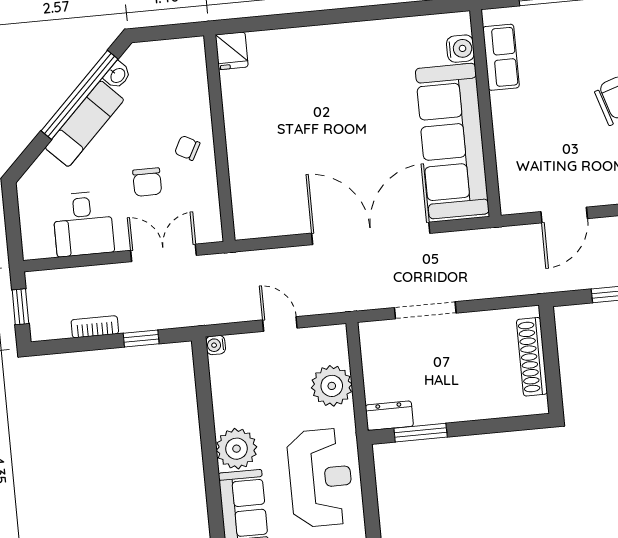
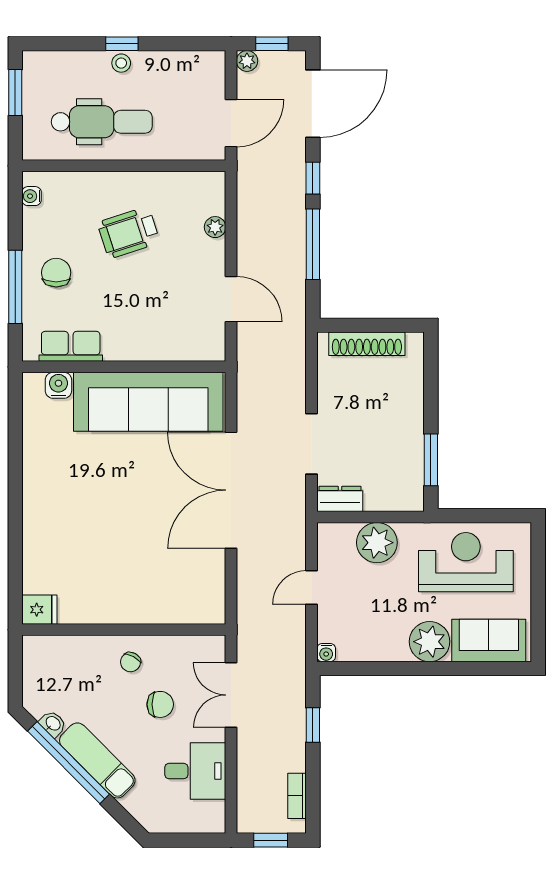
chair: (574, 35) -> (56, 273), added
bookcase: (95, 327) -> (297, 796), moved
dresser: (389, 416) -> (340, 499), moved, turned 90

